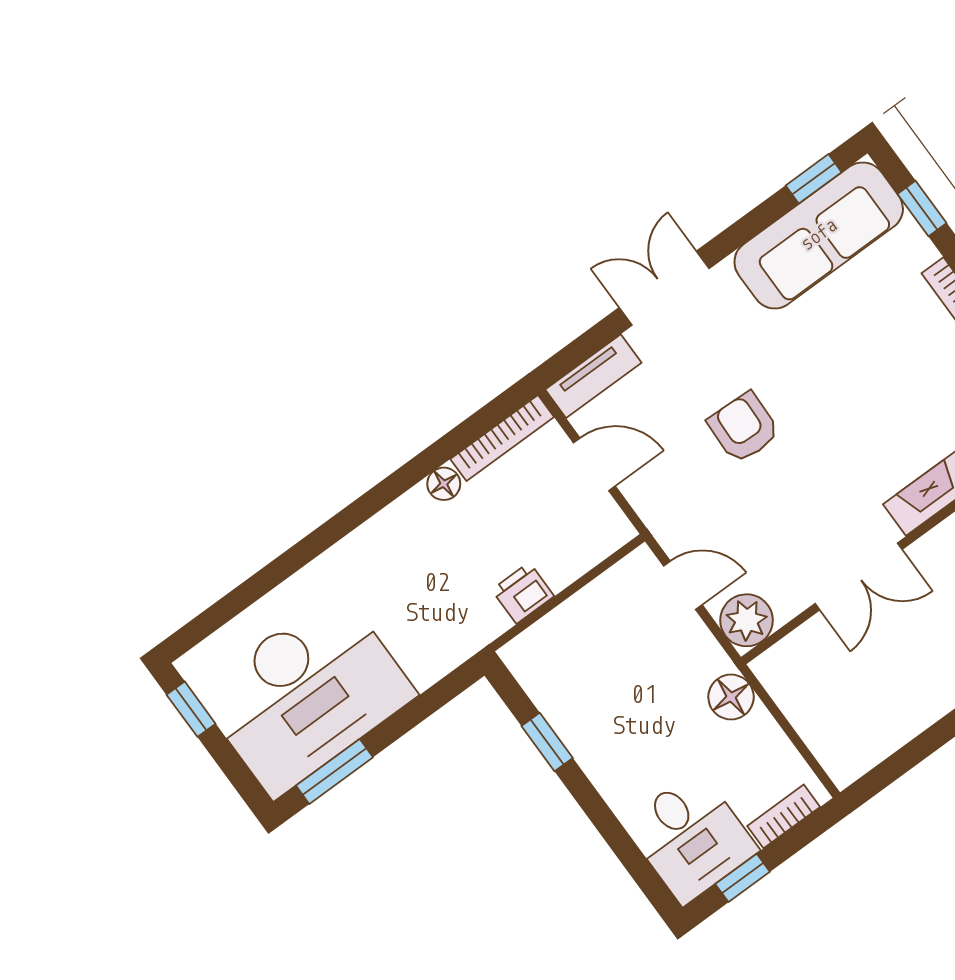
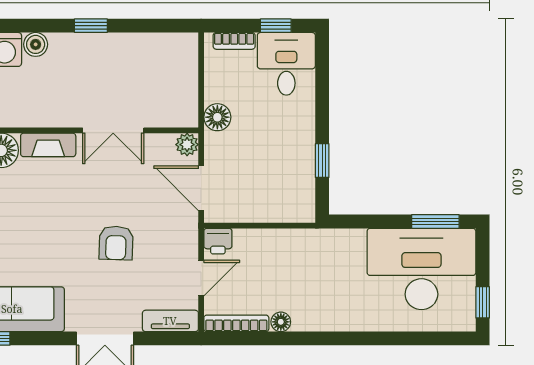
door: (594, 464) -> (201, 278), swing flipped
double door: (858, 576) -> (113, 130), swing flipped
door: (683, 585) -> (201, 188), width x1.38
printer: (523, 593) -> (218, 241), moved
plant: (747, 620) -> (187, 145), width x0.73, depth x0.73

